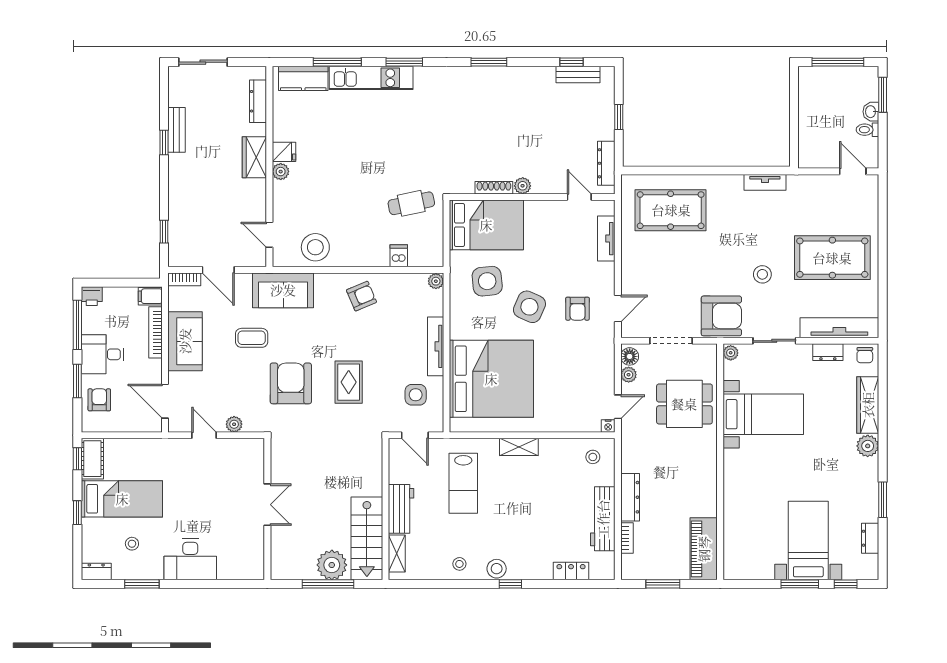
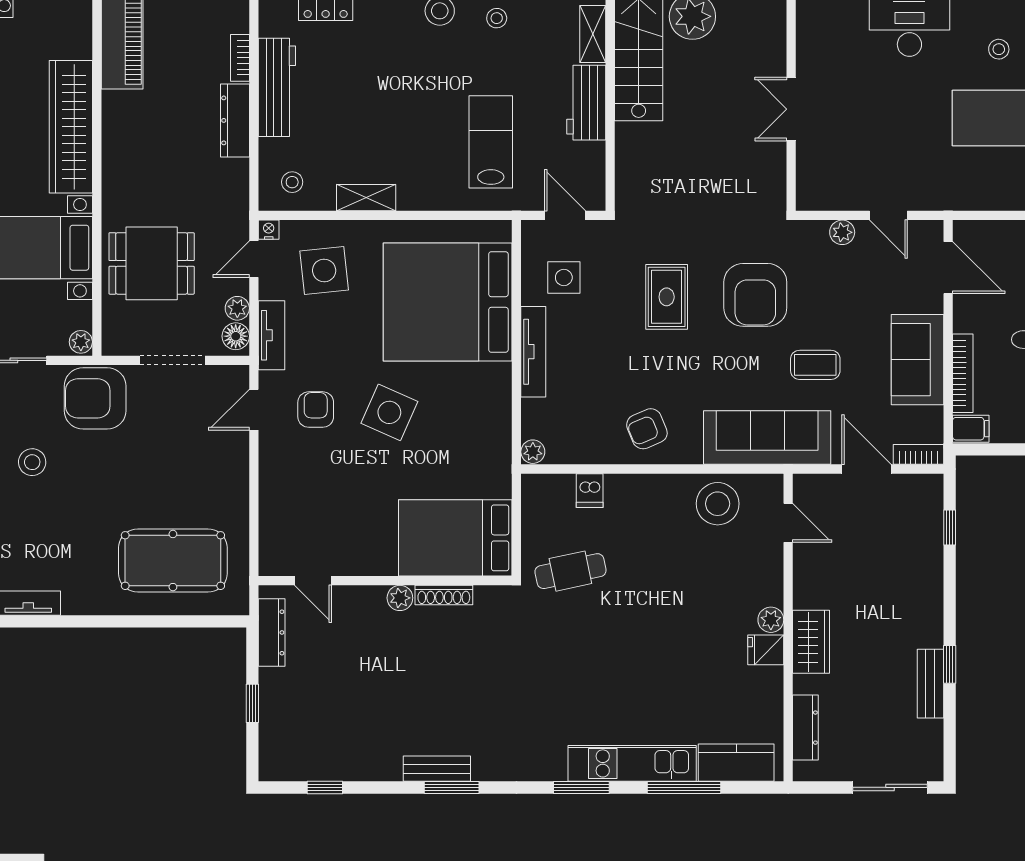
bench: (578, 74) -> (437, 769), moved
tv unit: (606, 239) -> (272, 335), moved
side table: (487, 281) -> (324, 270), moved
sofa: (283, 290) -> (767, 438), width x1.36
shelving: (519, 447) -> (366, 198), moved
wardrobe: (737, 493) -> (71, 127), added

